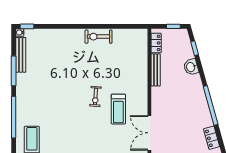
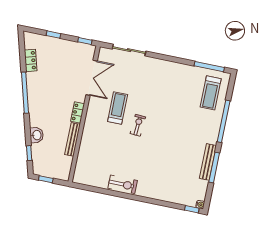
locker: (156, 43) -> (78, 112), moved
bench: (21, 55) -> (208, 162), moved

